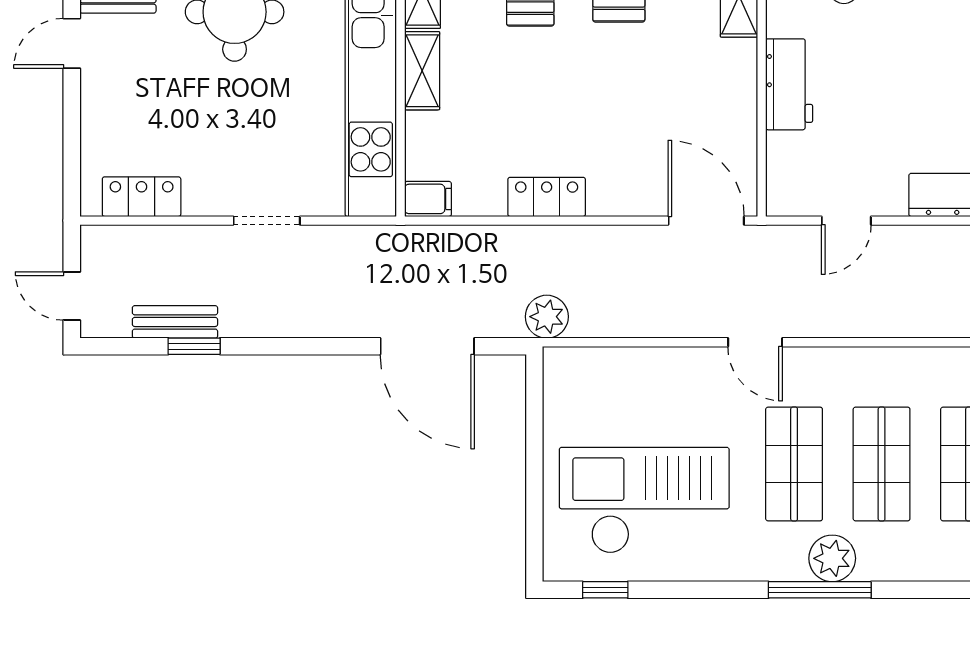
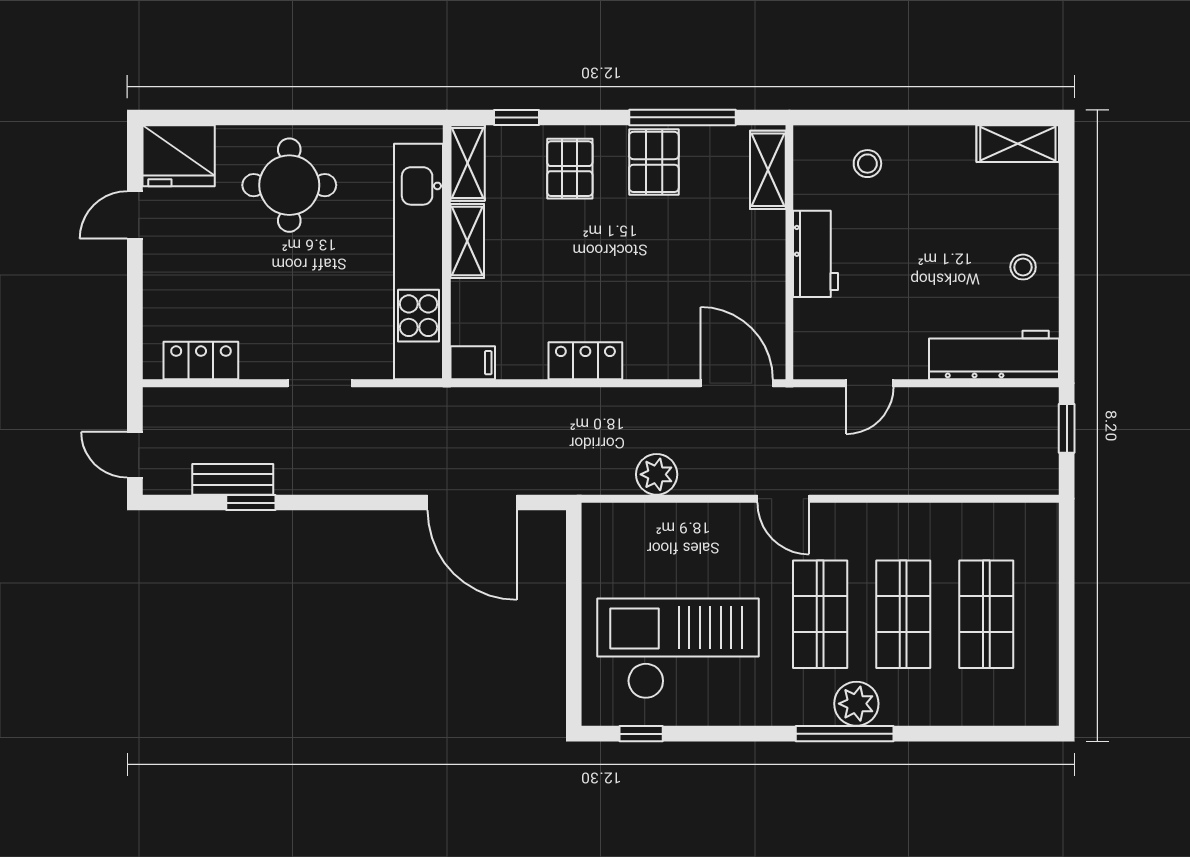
plant: (547, 317) -> (657, 474), moved

